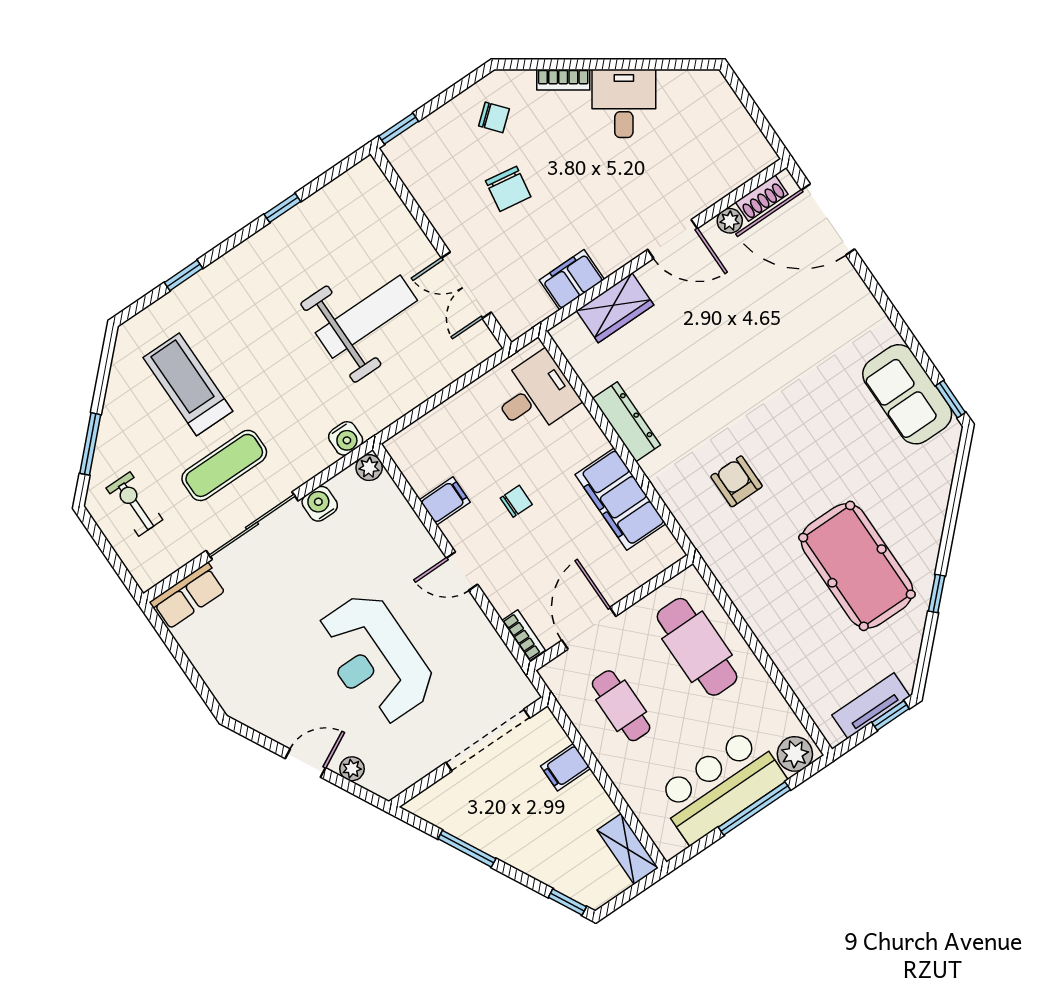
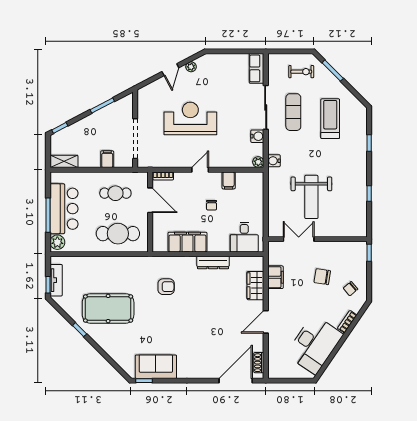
desk: (624, 103) -> (314, 344), width x1.87, depth x1.30
plant: (730, 221) -> (258, 346), removed
treadmill: (188, 384) -> (330, 119), turned -90
plant: (352, 769) -> (191, 67), moved

